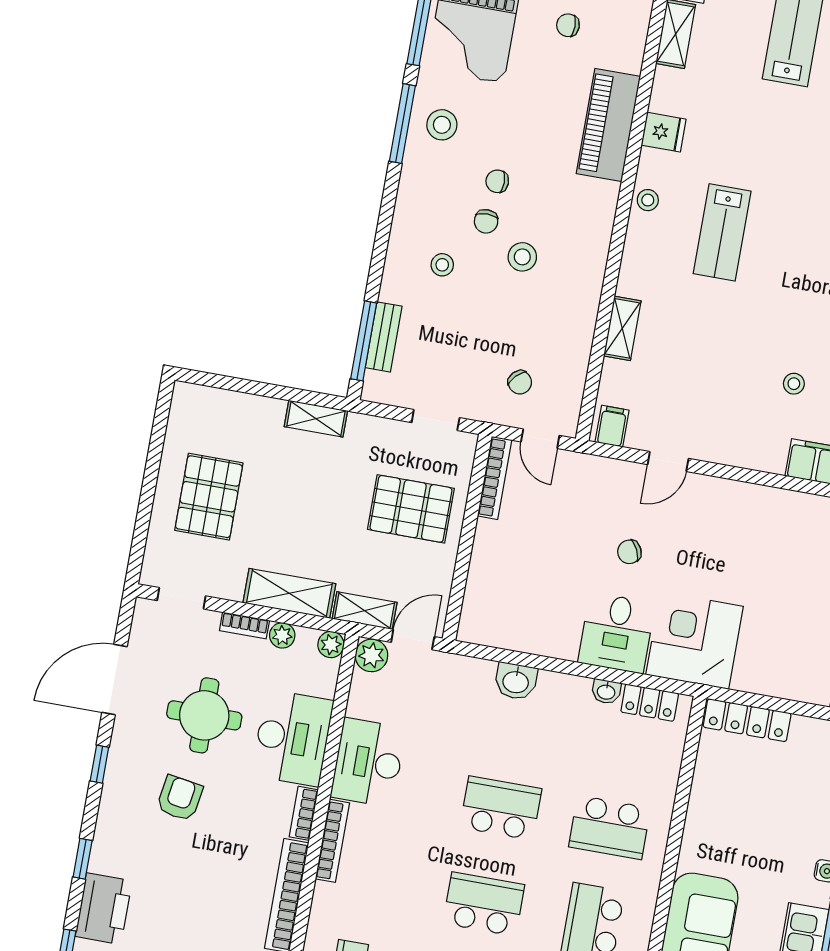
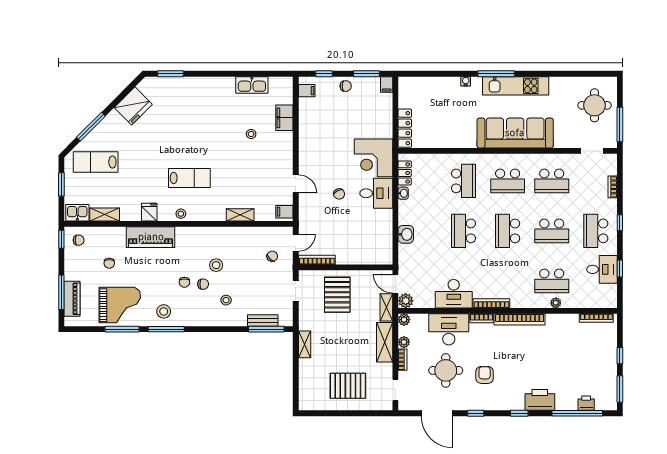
armchair: (180, 798) -> (485, 375), turned 81

